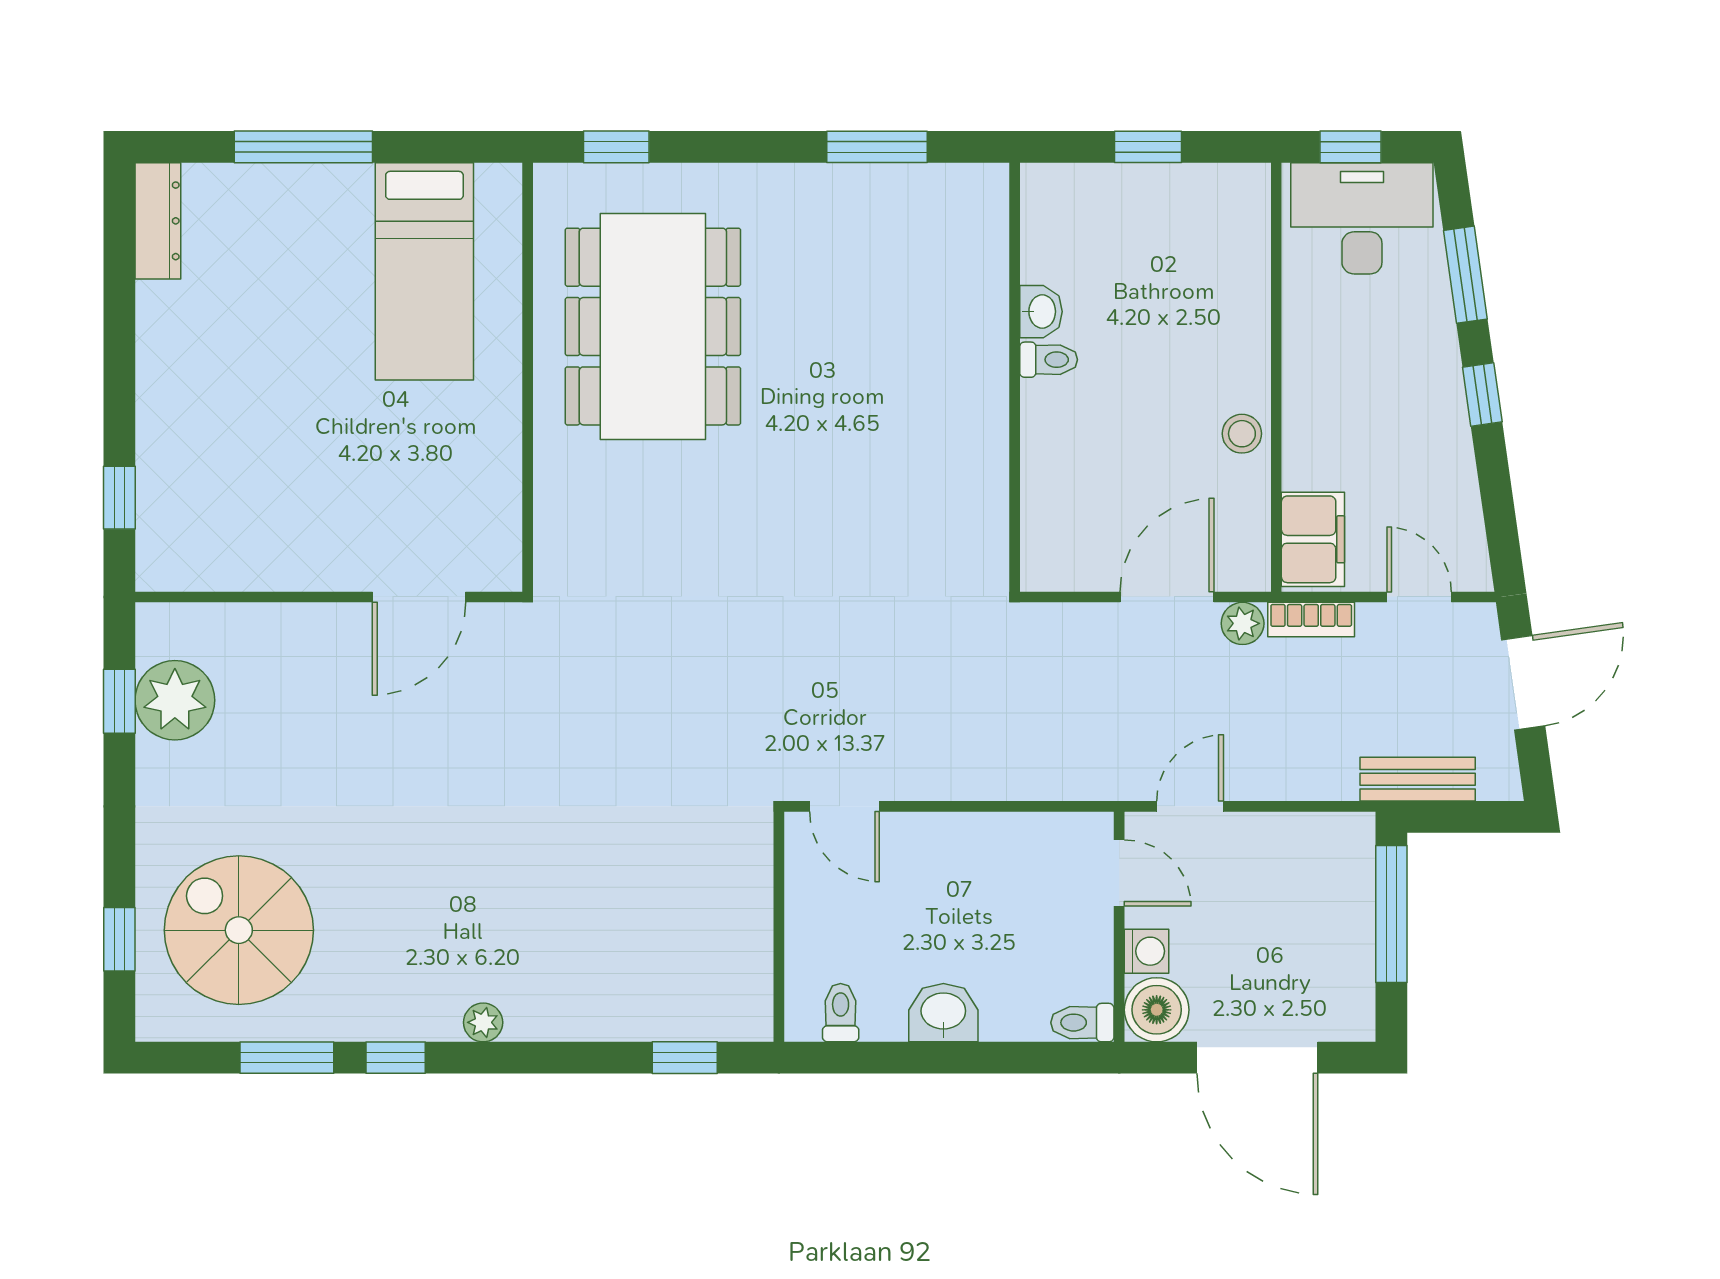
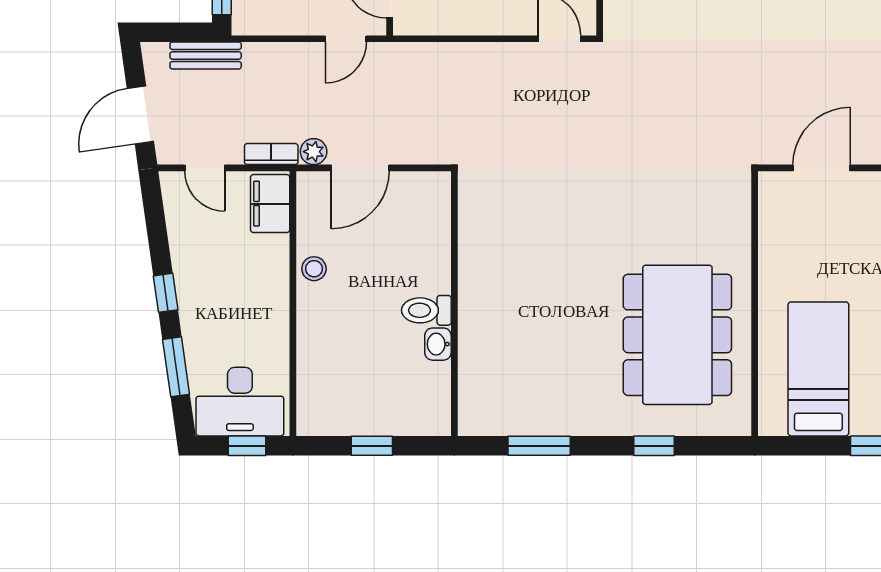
window: (616, 147) -> (654, 446), moved
toilet: (1049, 360) -> (426, 310), width x1.37, depth x1.39

